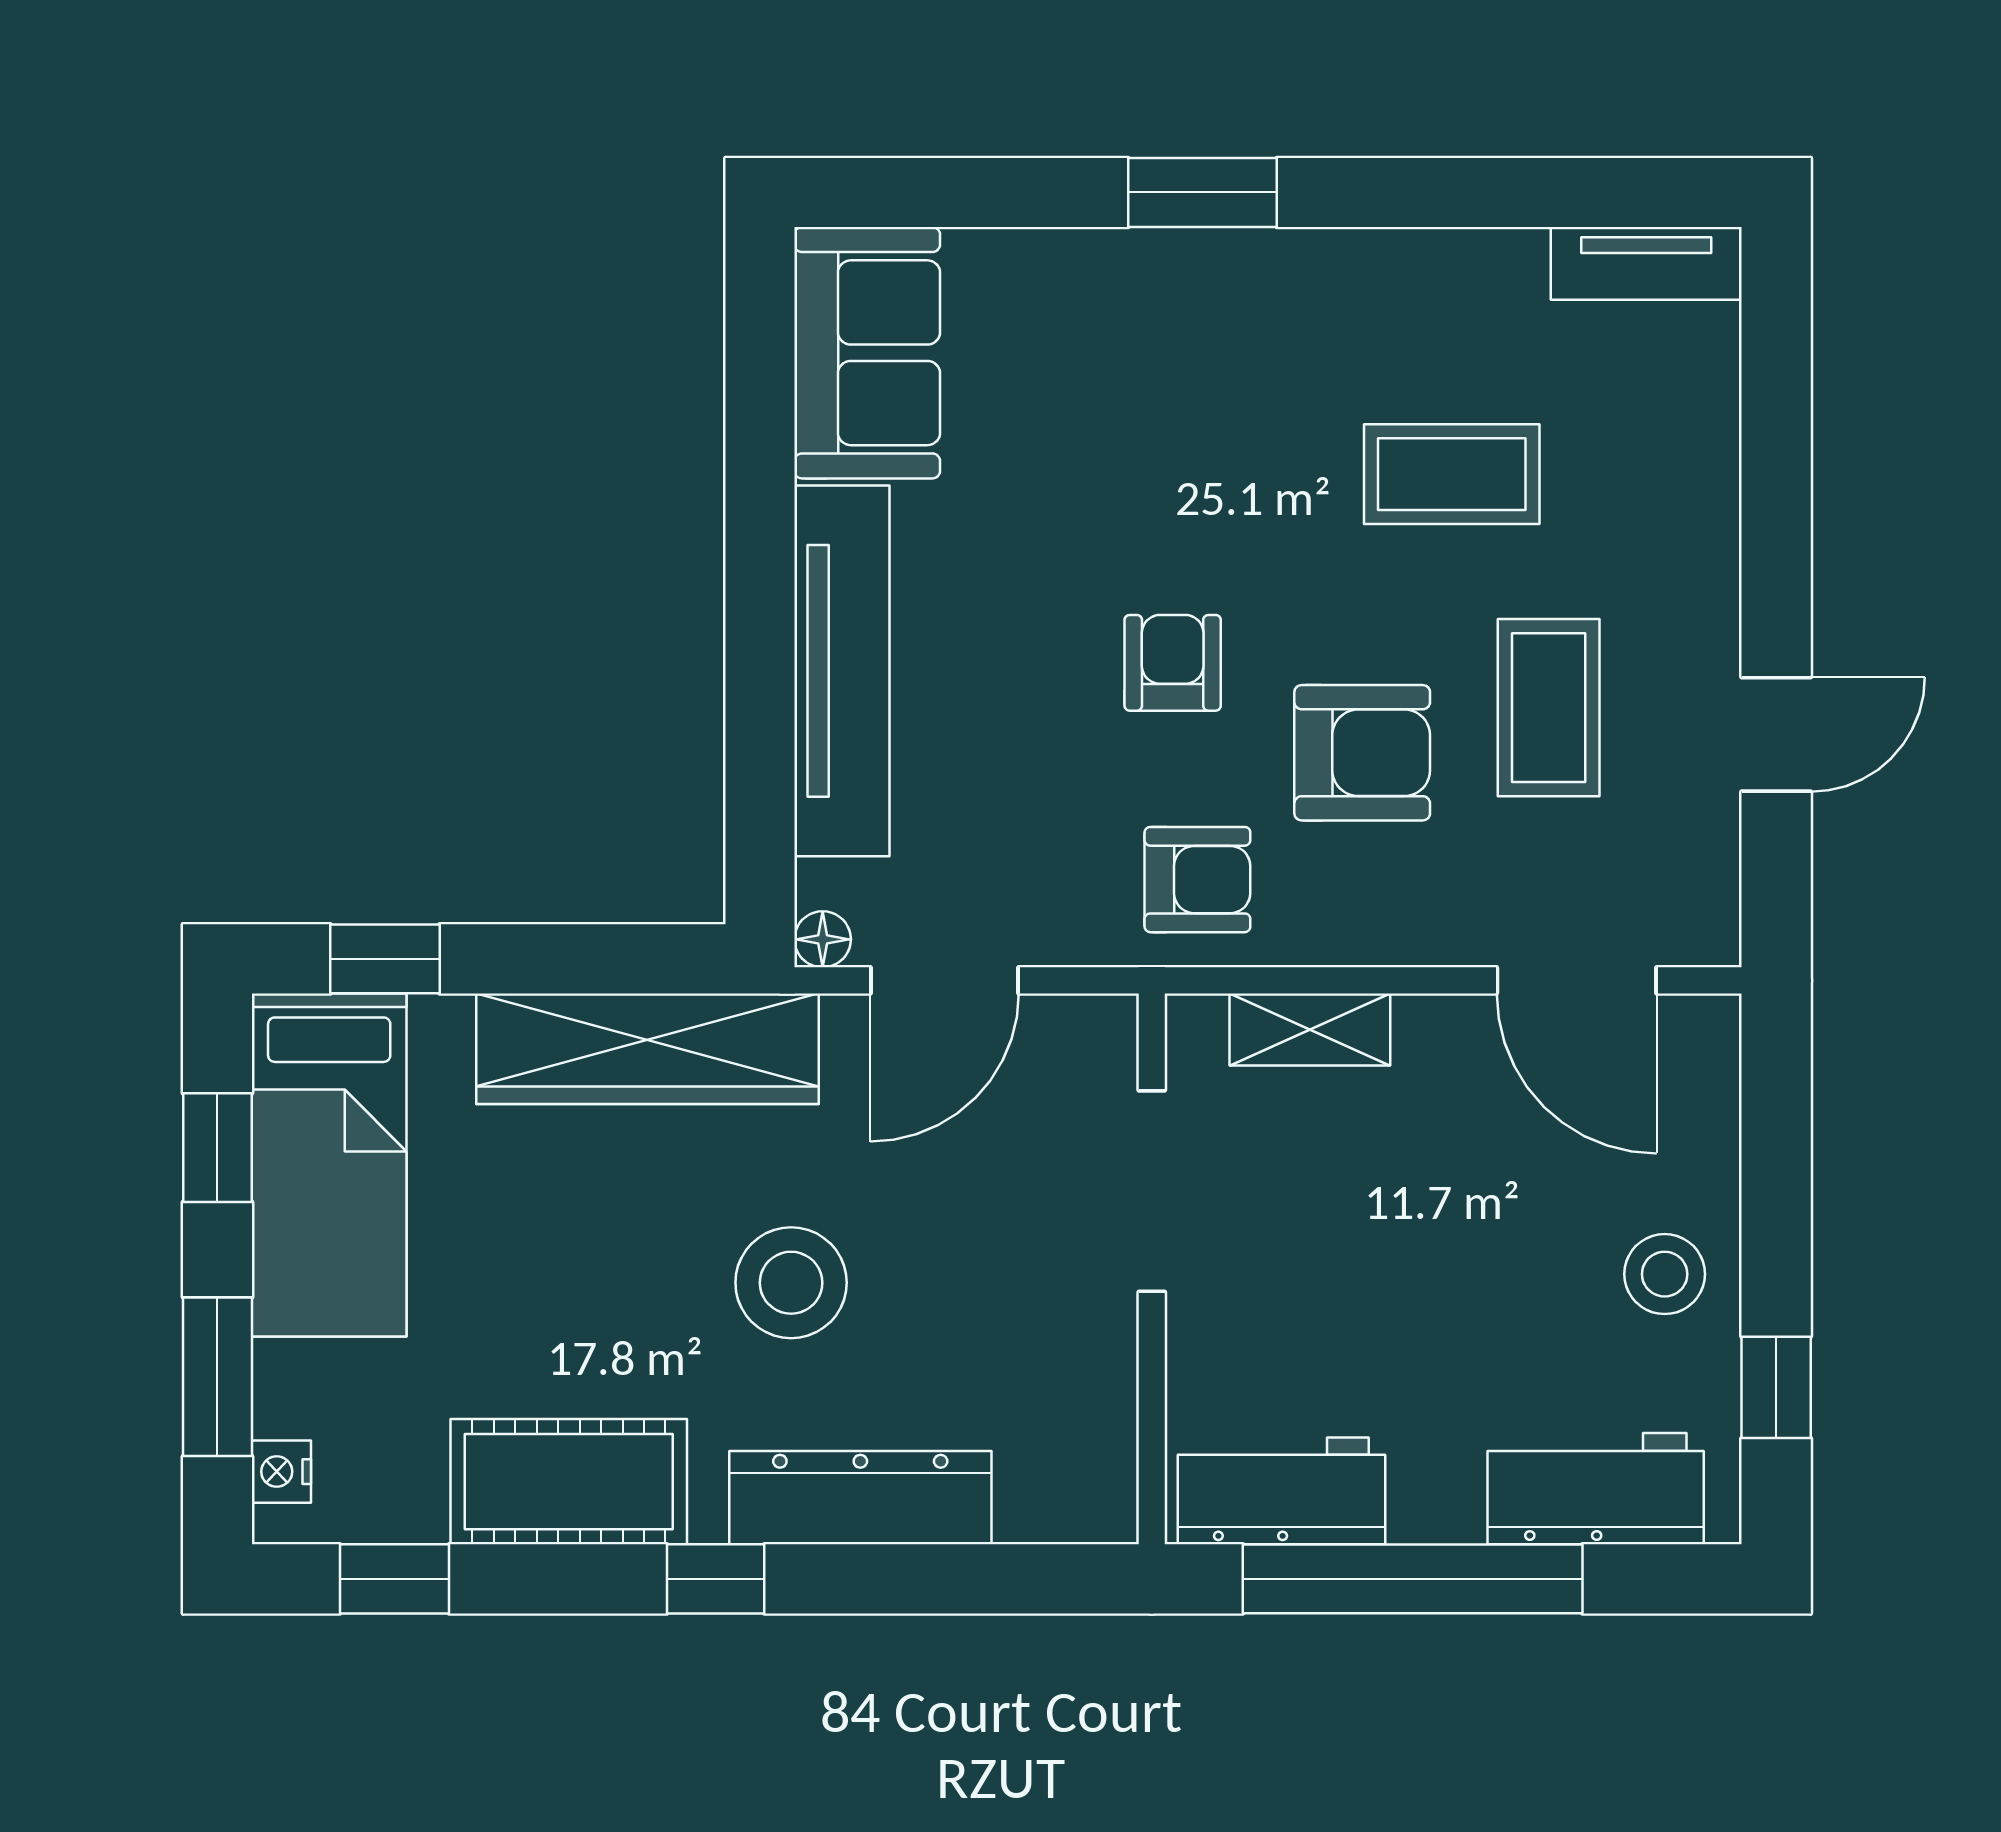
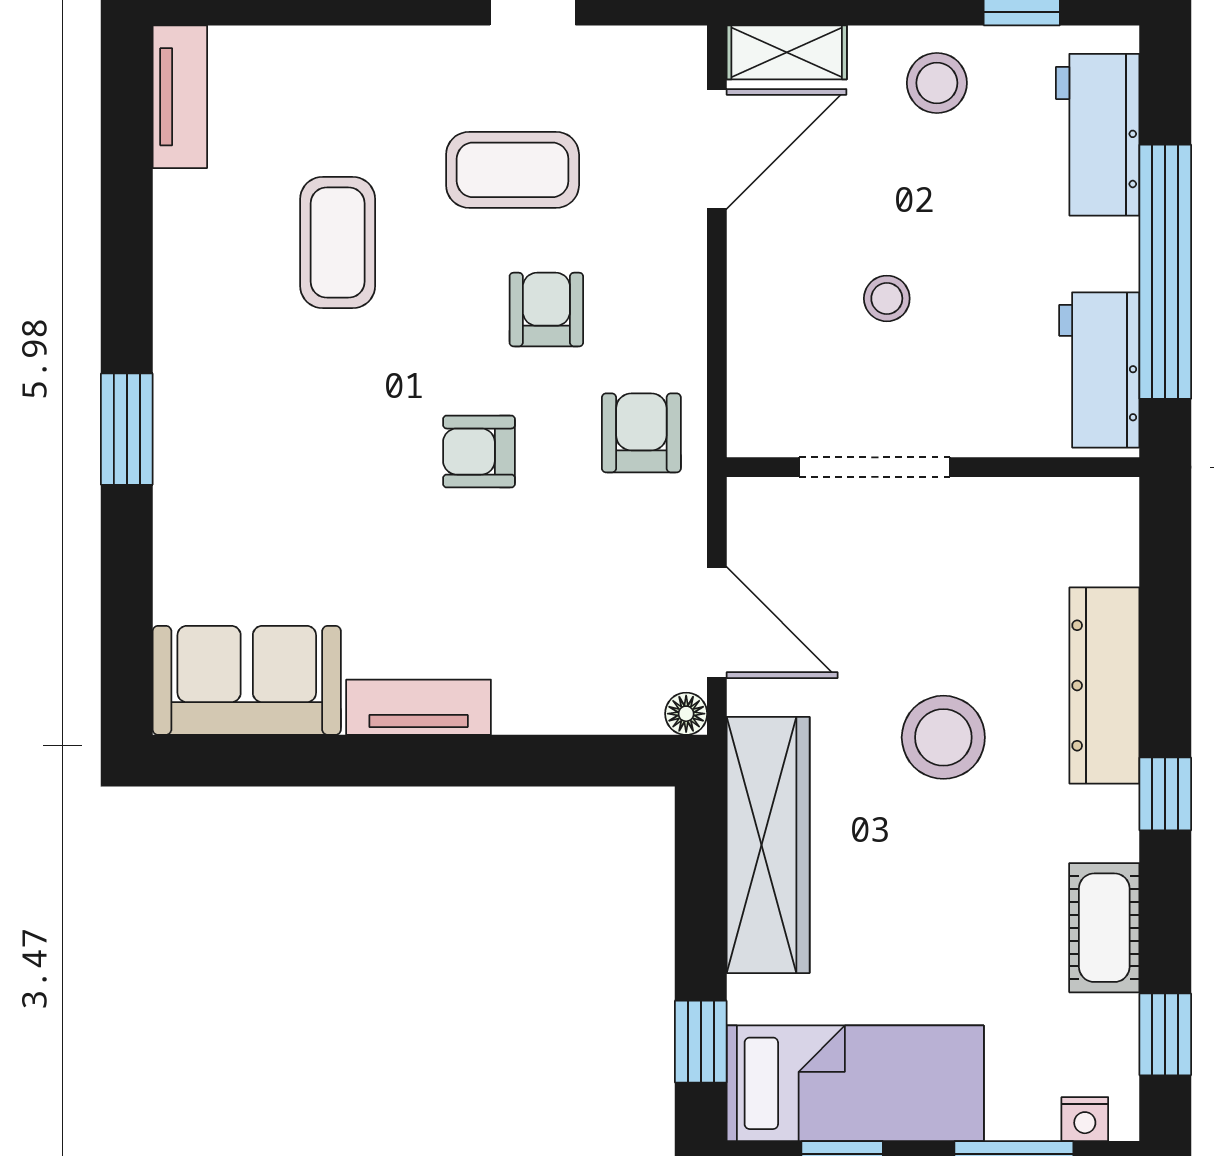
tv unit: (842, 671) -> (419, 707), width x0.52, depth x0.78
armchair: (1362, 753) -> (546, 310), width x0.72, depth x0.72
shelving: (1310, 1029) -> (787, 52), moved, turned 90
stool: (1377, 1207) -> (887, 298), added
cot: (569, 1482) -> (1104, 928), width x0.73, depth x0.75

